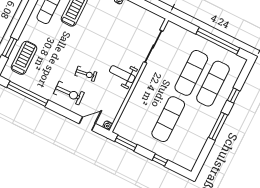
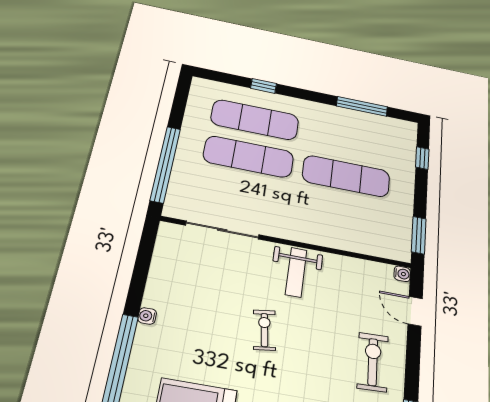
window: (218, 41) -> (165, 164), moved
exercise bike: (86, 74) -> (264, 330), moved
window: (218, 126) -> (362, 106), moved
window: (160, 160) -> (422, 158), moved

